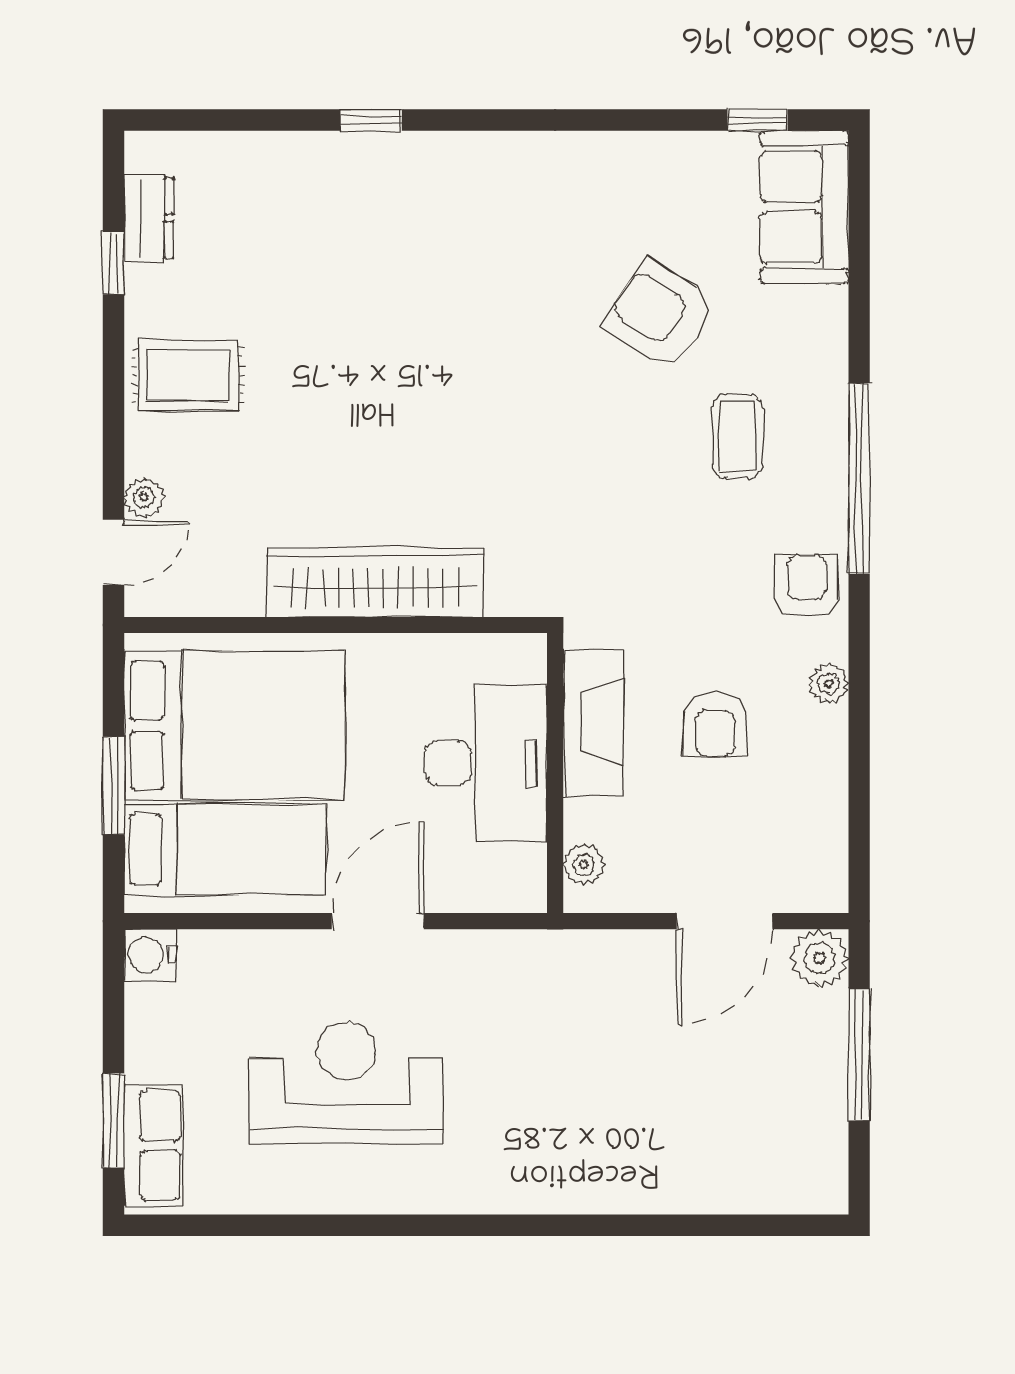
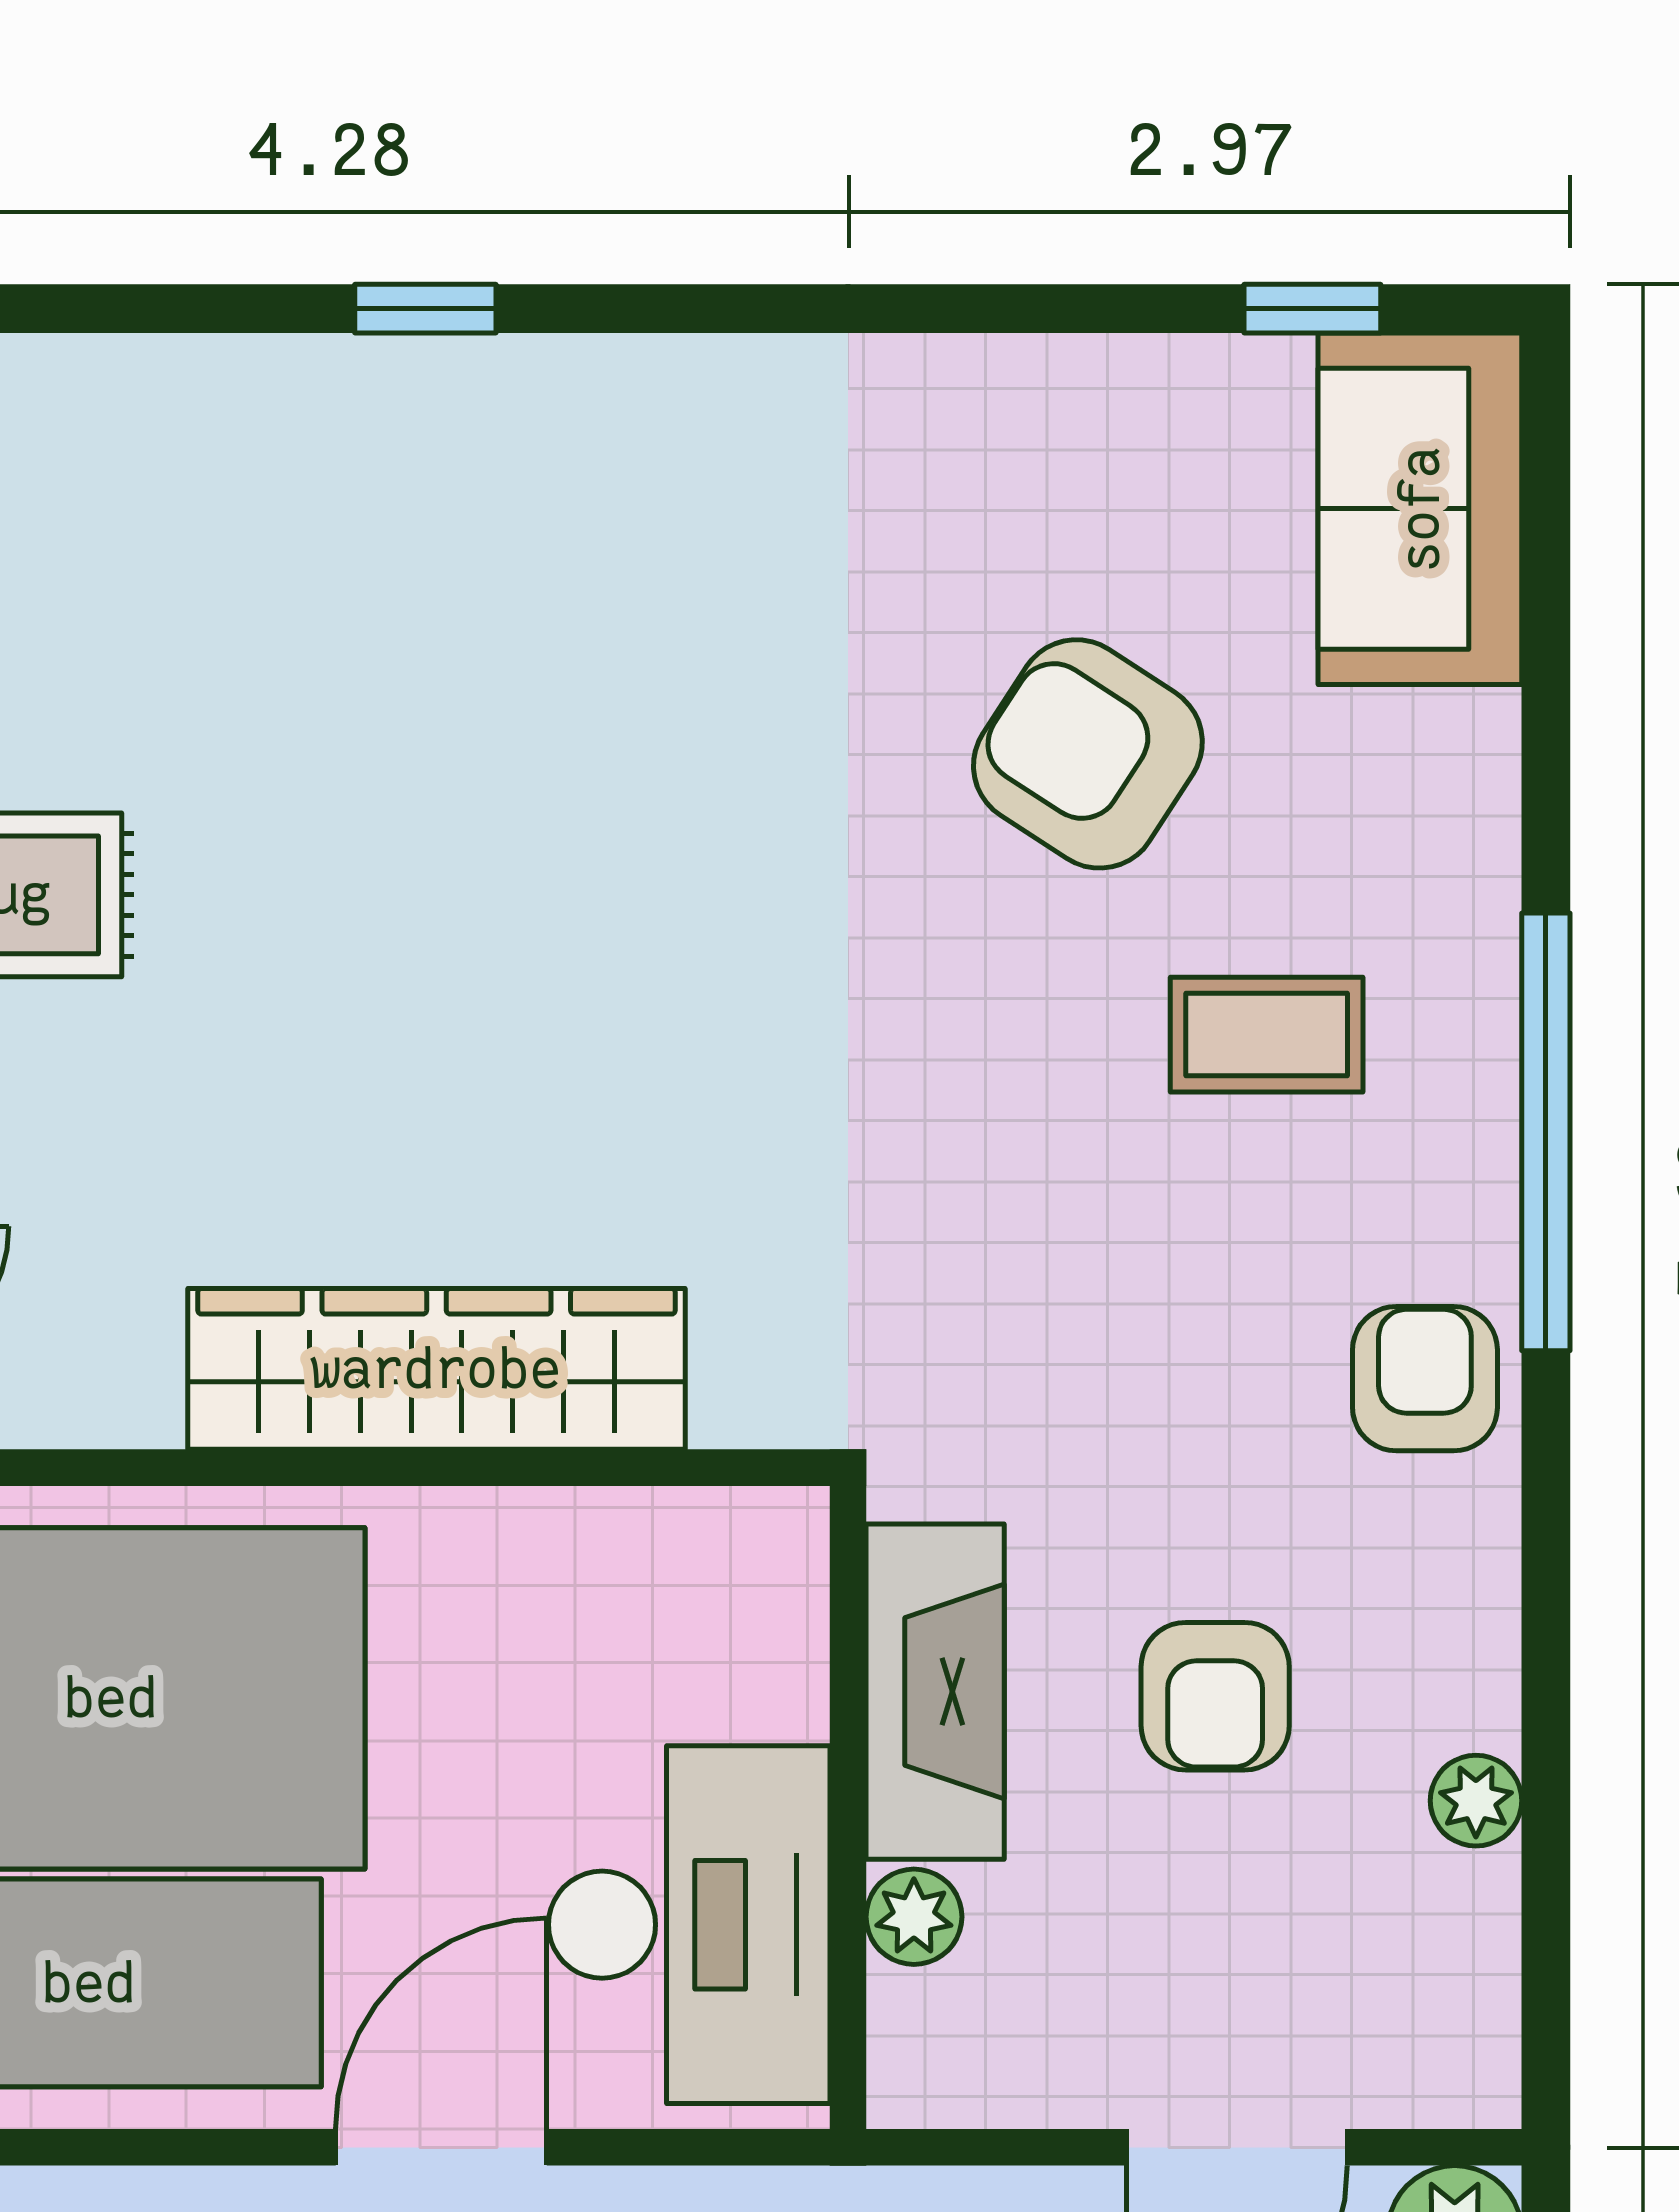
coffee table: (737, 436) -> (1267, 1035), turned 90
plant: (829, 684) -> (1476, 1801), moved
desk: (486, 763) -> (689, 1925), moved
plant: (584, 865) -> (914, 1917), moved

